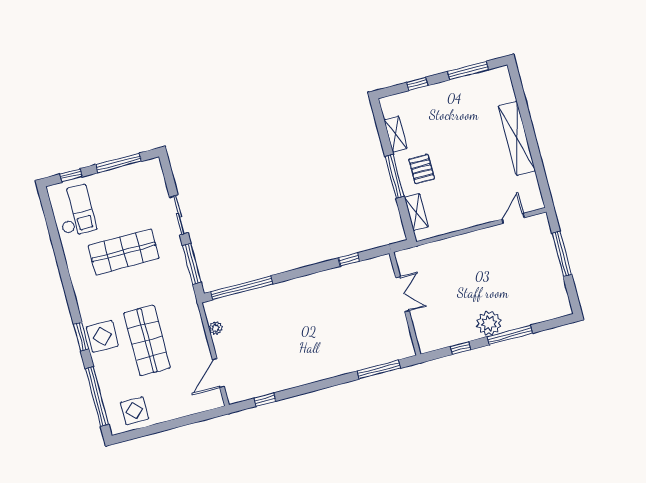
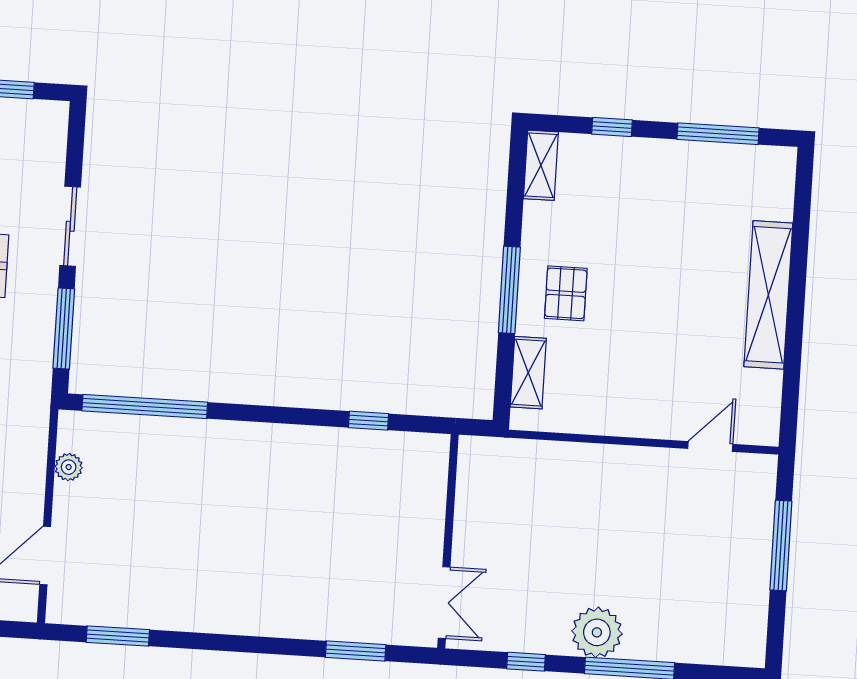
shelving: (396, 134) -> (541, 165), moved
double door: (402, 294) -> (444, 603), moved
window: (379, 370) -> (356, 651), width x0.69
window: (265, 400) -> (118, 636), width x1.50

